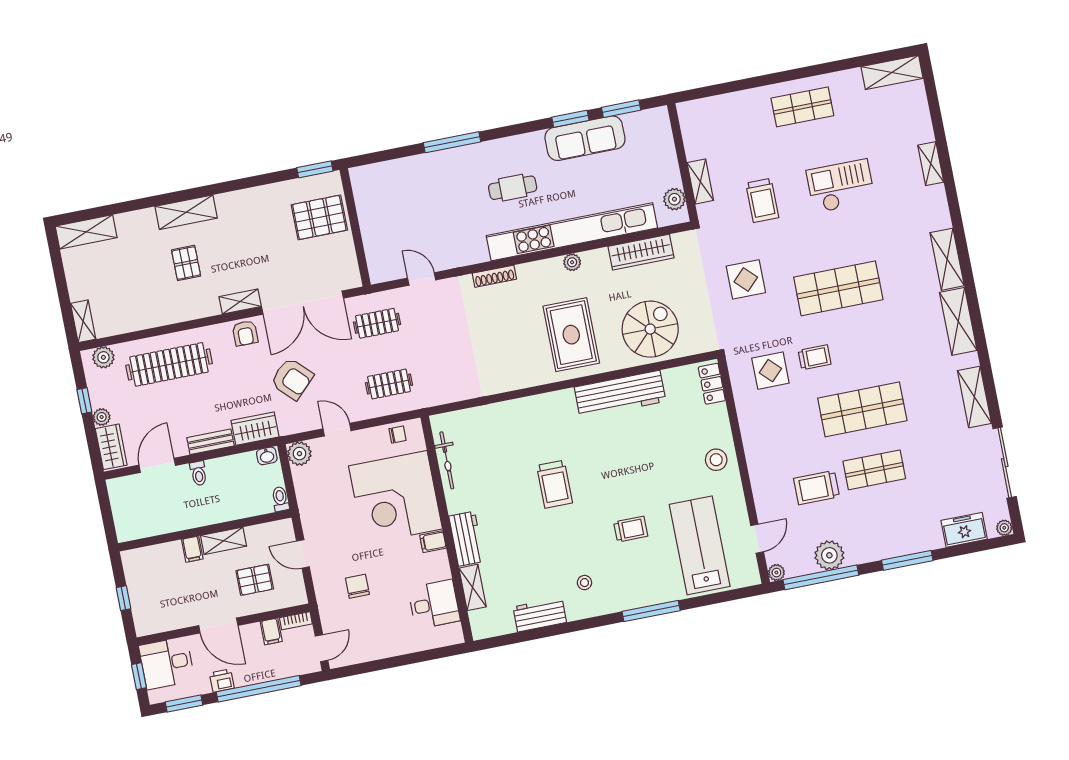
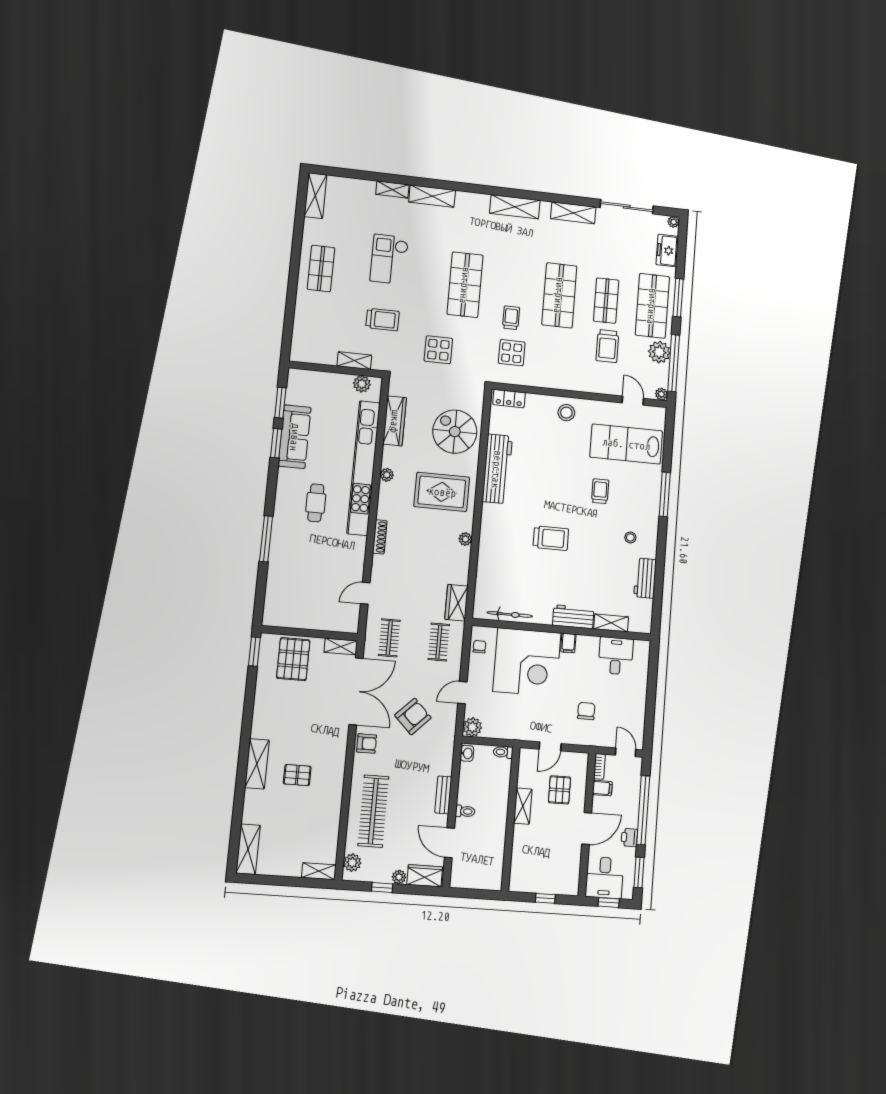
shelving: (947, 259) -> (432, 196), moved
shelving: (240, 302) -> (341, 647), moved, turned 90
plant: (522, 380) -> (465, 539), added
wardrobe: (255, 429) -> (456, 603), moved
shop shelf: (886, 530) -> (652, 306), added
filing cabinet: (192, 549) -> (522, 833), removed
chair: (357, 586) -> (586, 711), turned 90

